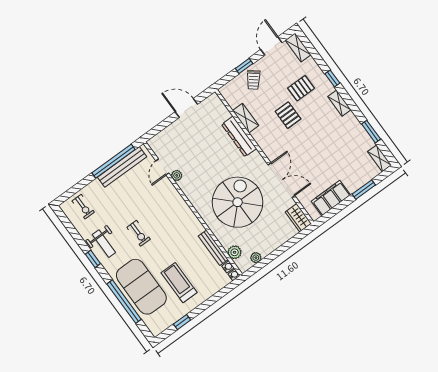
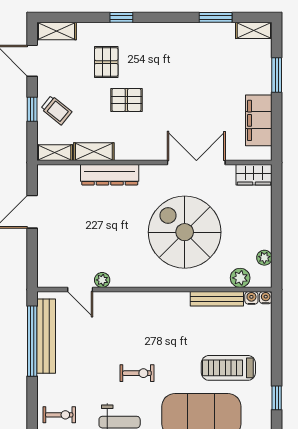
shelving: (339, 103) -> (55, 153), moved

